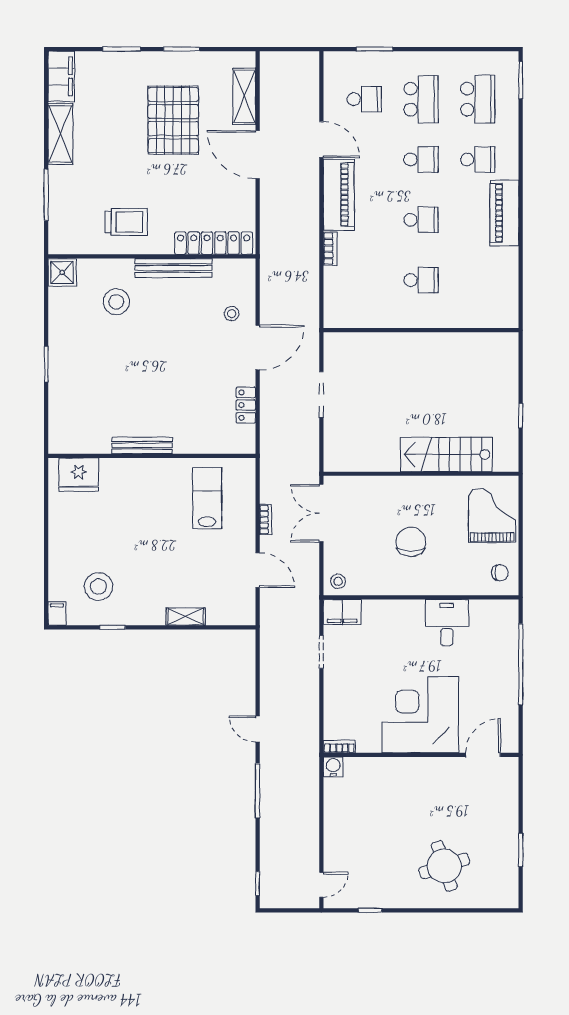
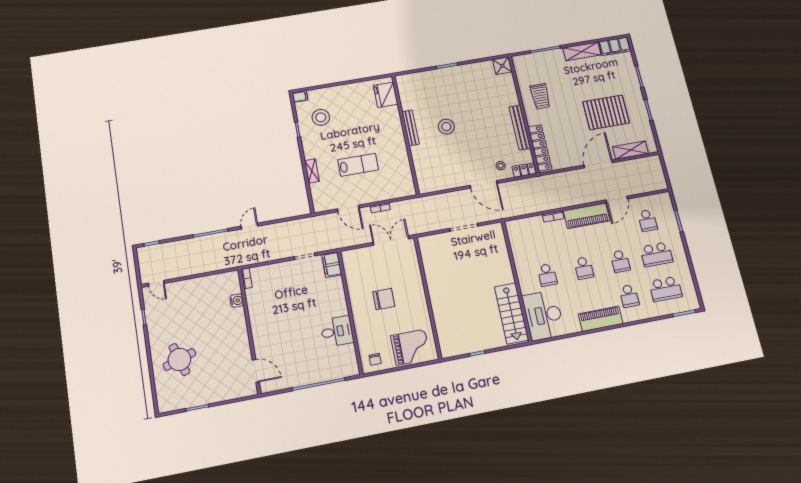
desk: (482, 301) -> (543, 315), added
stool: (116, 302) -> (446, 127), moved
locker: (246, 405) -> (524, 170), moved
stairs: (446, 454) -> (511, 313), moved, turned 180
lab bench: (207, 498) -> (358, 165), moved
door: (258, 570) -> (348, 208), hinge flipped
stool: (338, 581) -> (350, 258), removed
corner desk: (420, 715) -> (275, 326), removed
water cooler: (333, 767) -> (237, 301), moved

